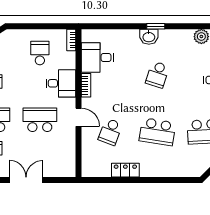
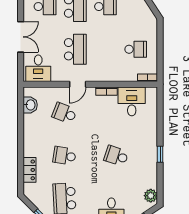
washbasin: (149, 37) -> (30, 105), moved, turned 180
desk: (61, 83) -> (38, 68), moved
school desk: (157, 132) -> (64, 156), width x0.54
locker: (125, 170) -> (30, 170), moved

